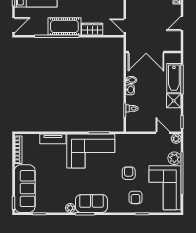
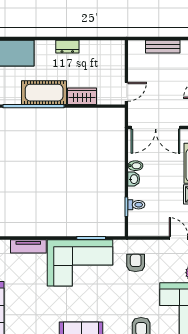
door: (125, 26) -> (126, 92), swing flipped
armchair: (129, 173) -> (136, 263), moved

